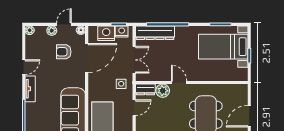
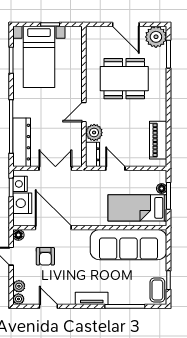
plant: (52, 31) -> (19, 286), moved
door: (24, 67) -> (48, 306), moved
side table: (121, 84) -> (85, 185), removed

